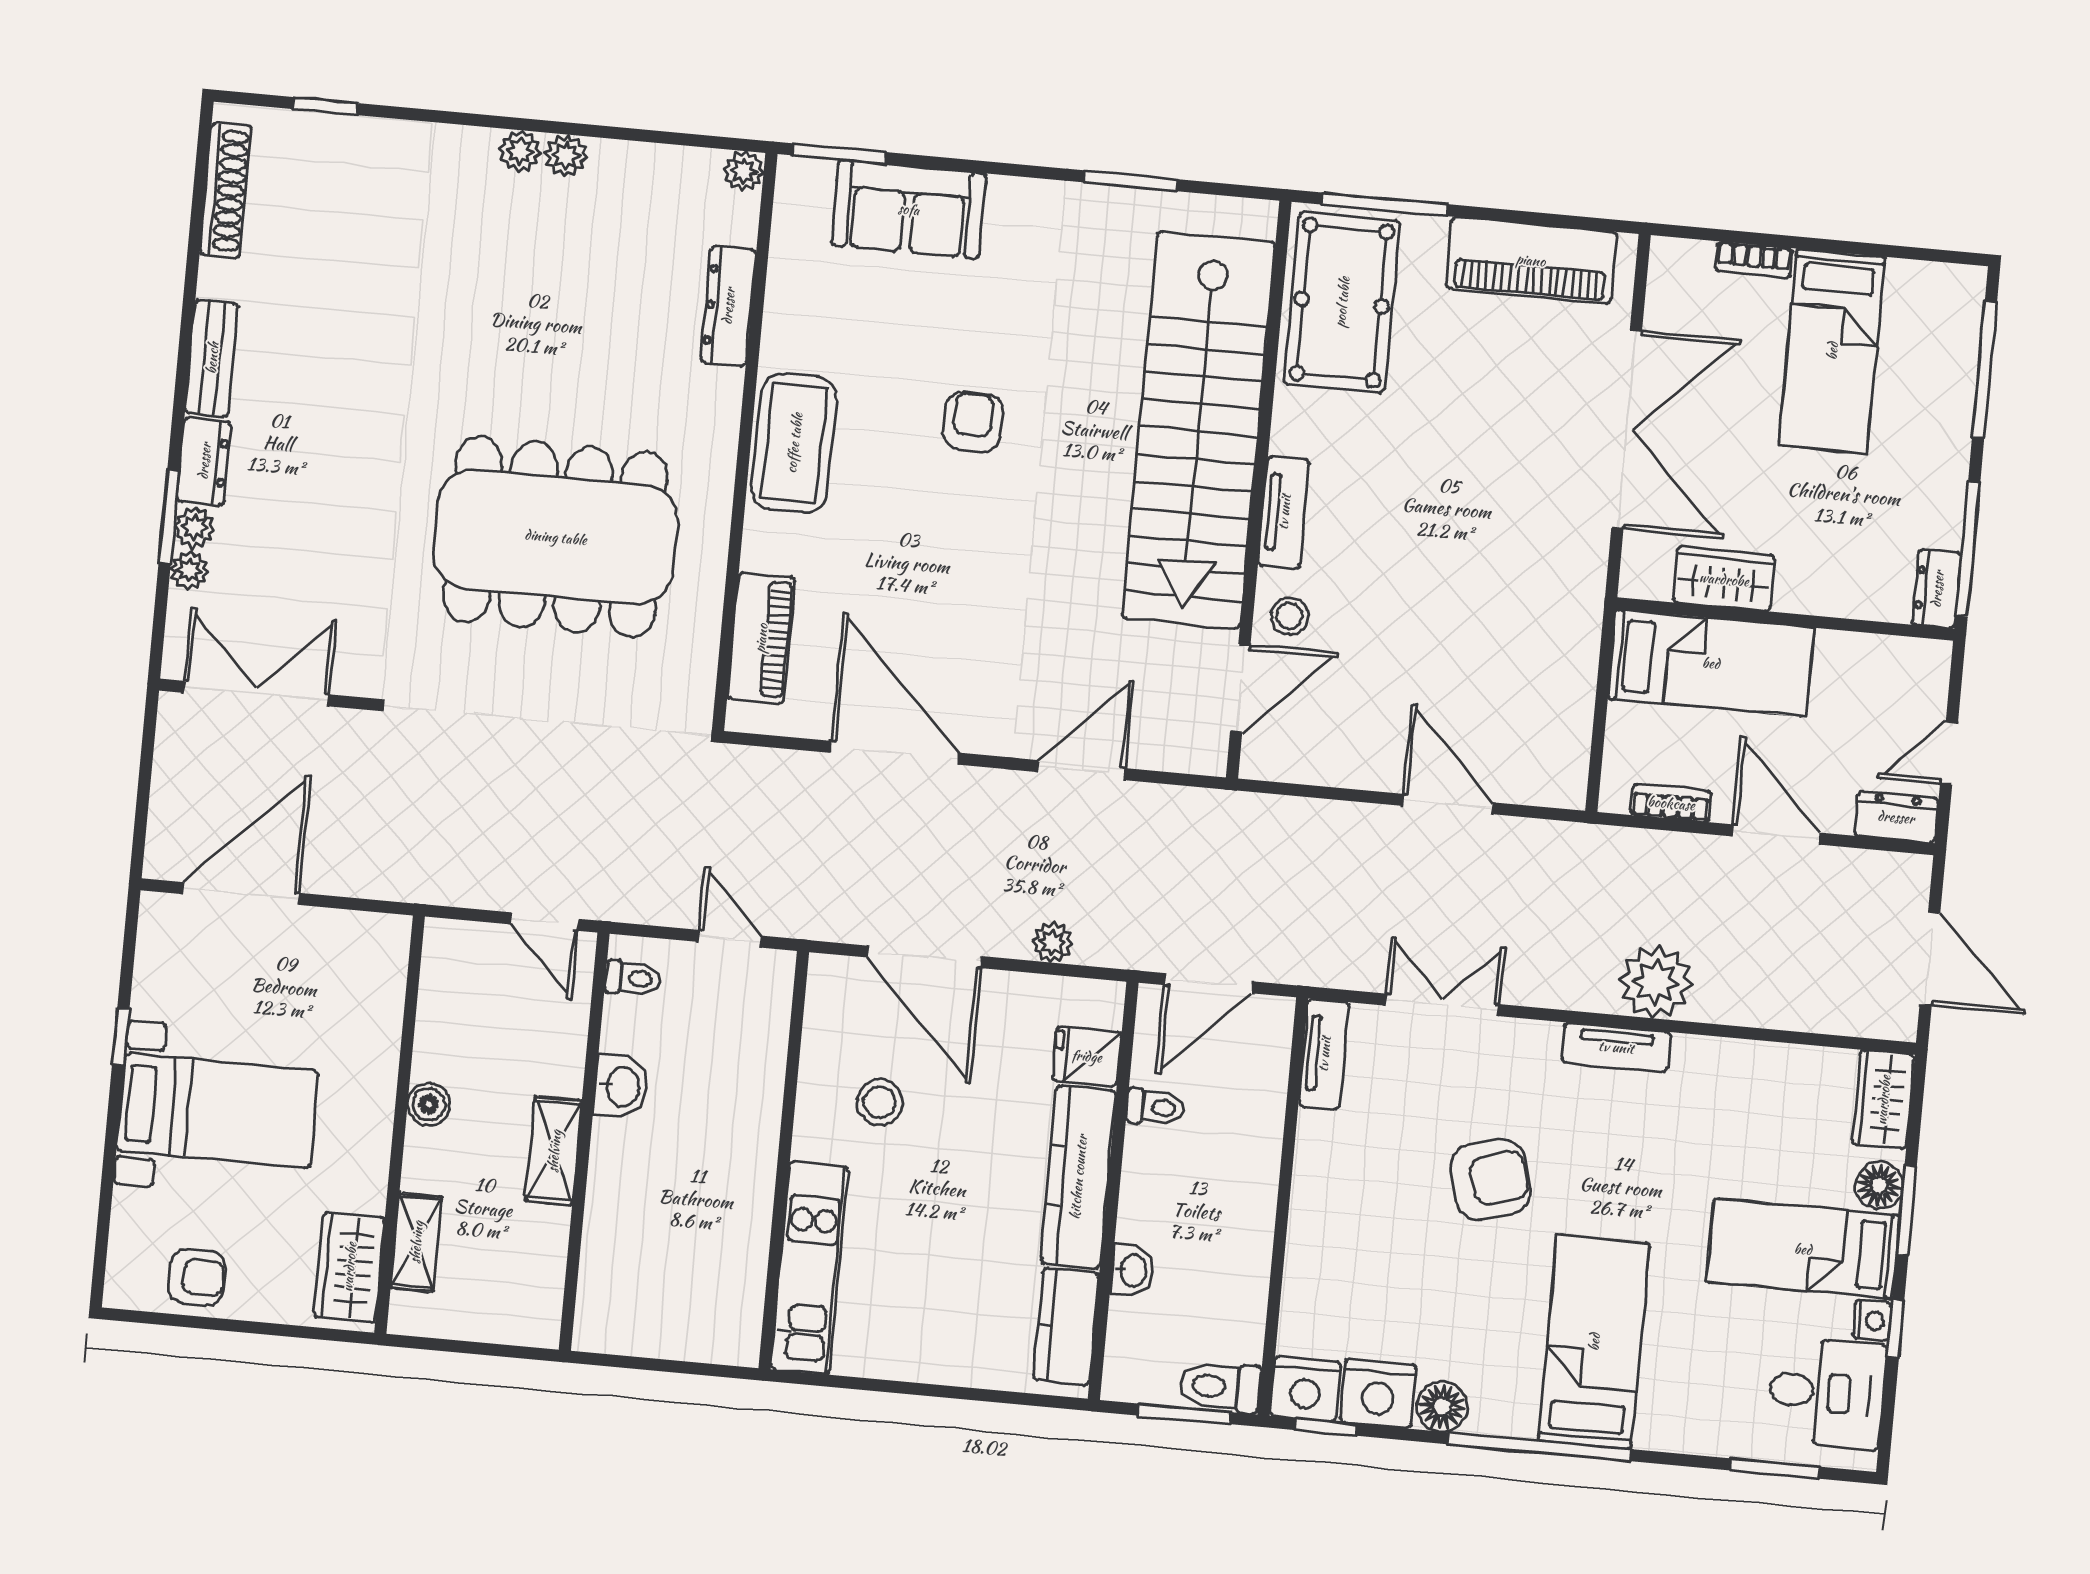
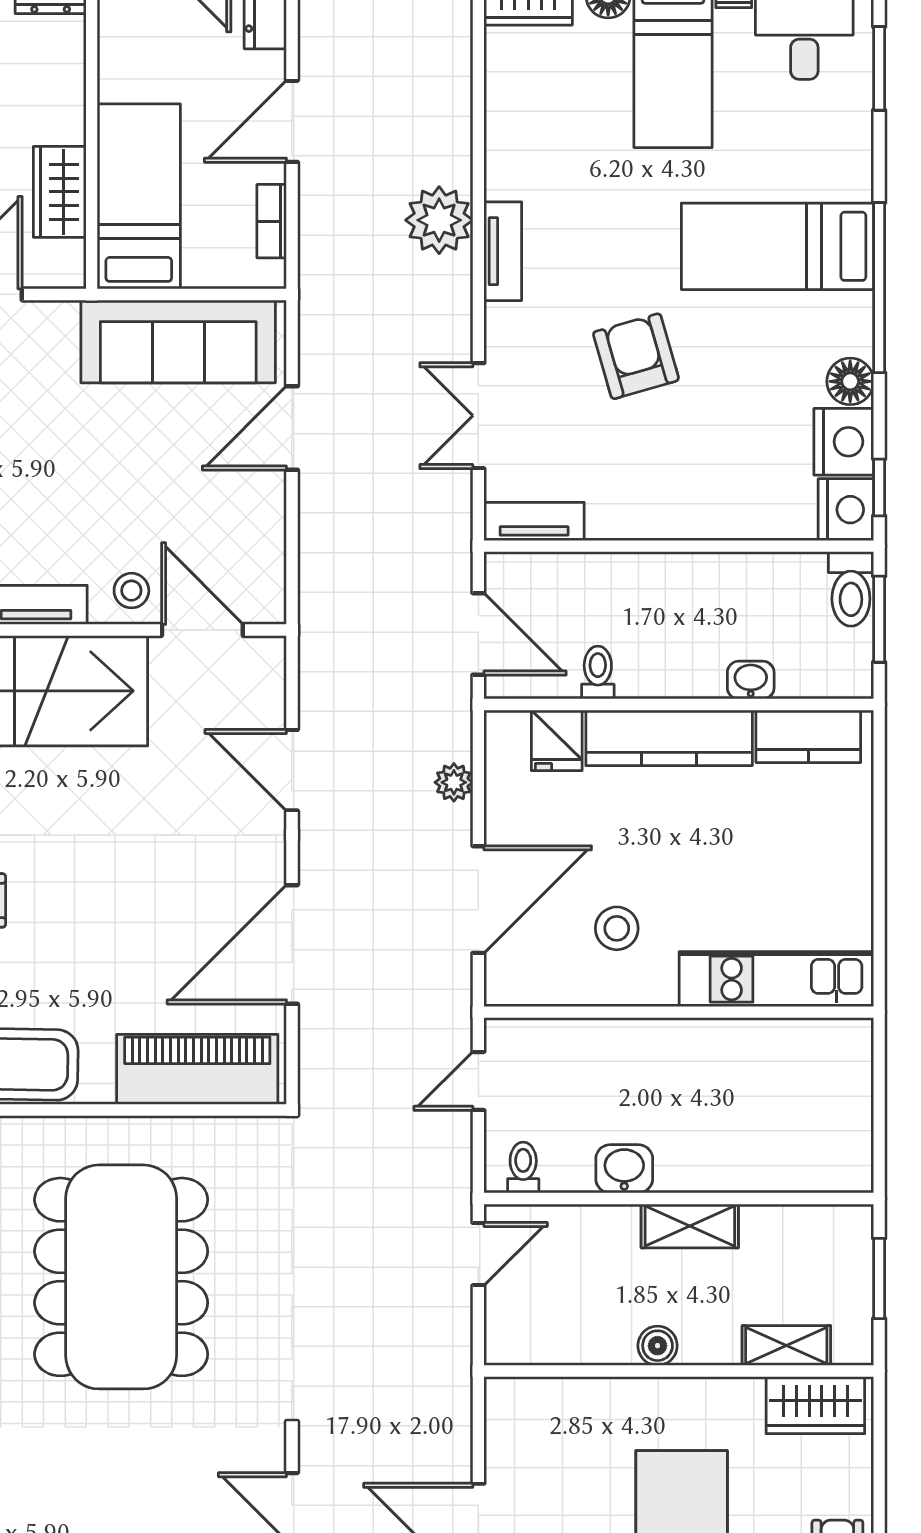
piano: (761, 638) -> (197, 1069), width x1.37, depth x1.33
sofa: (1552, 691) -> (178, 341), added
window: (479, 1348) -> (879, 1278), added

